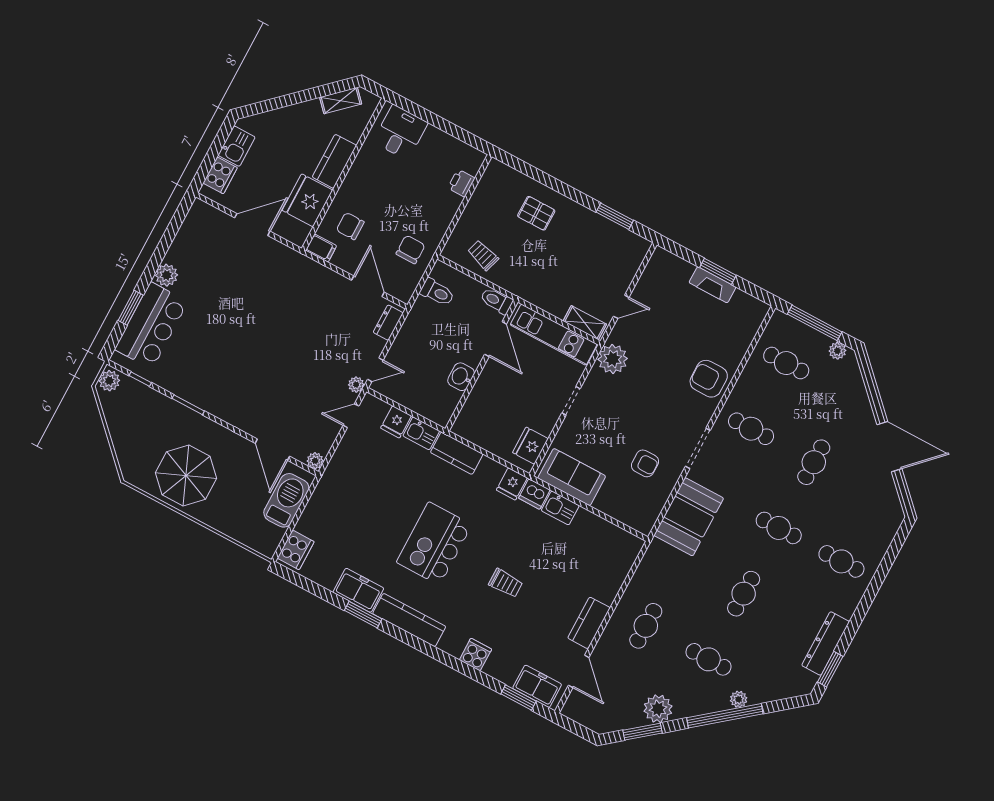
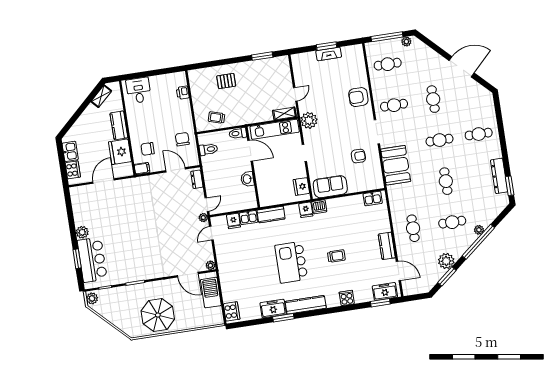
kitchen sink: (560, 508) -> (373, 199), moved

